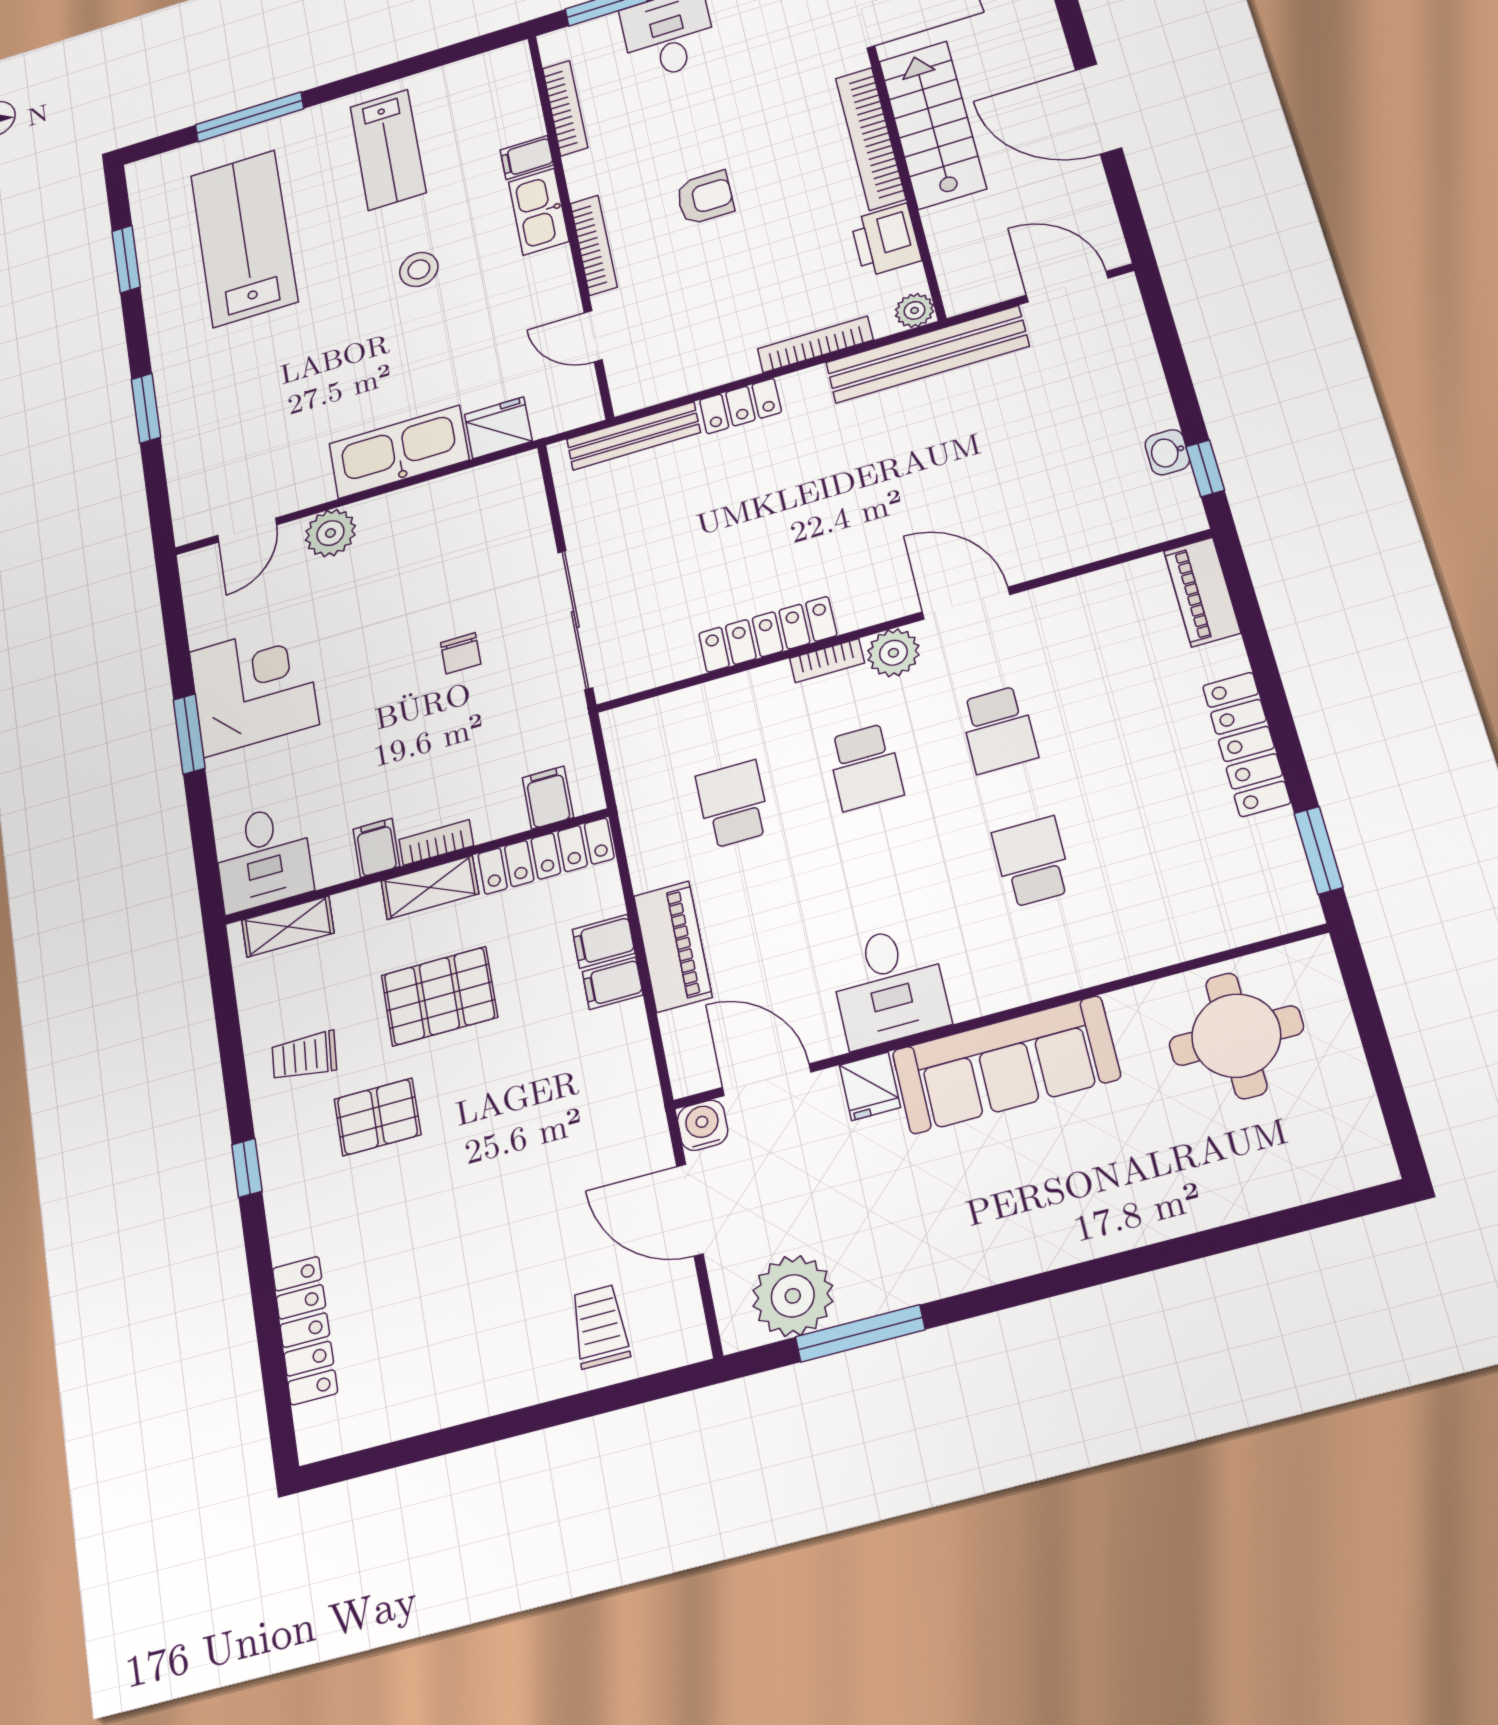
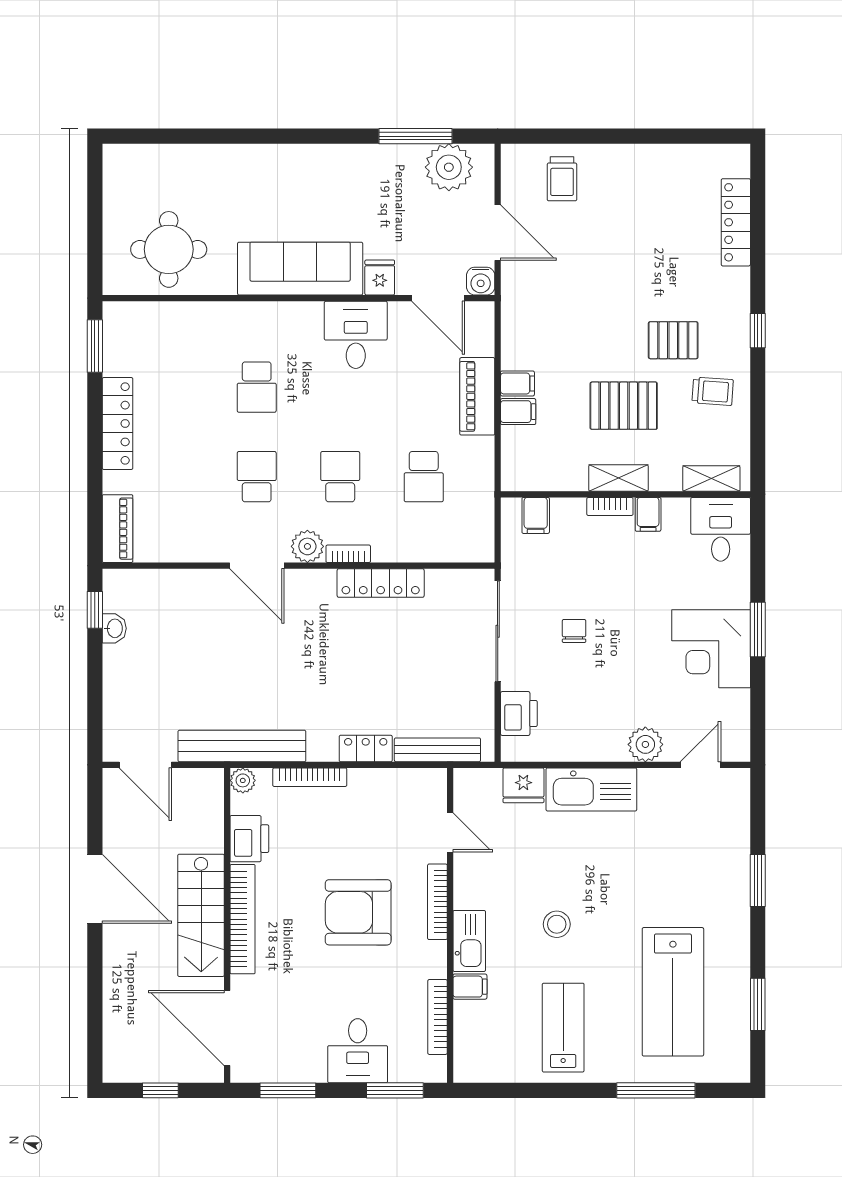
armchair: (705, 198) -> (358, 912), width x1.88, depth x1.88
printer: (523, 519) -> (519, 713), added
locker: (546, 856) -> (544, 477), removed

